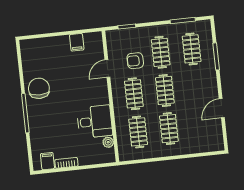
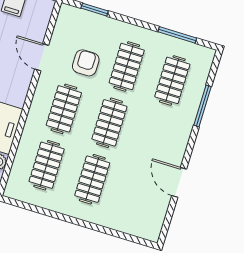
armchair: (135, 61) -> (86, 63), turned 90
door: (107, 69) -> (42, 57), hinge flipped
door: (222, 108) -> (179, 182), hinge flipped

